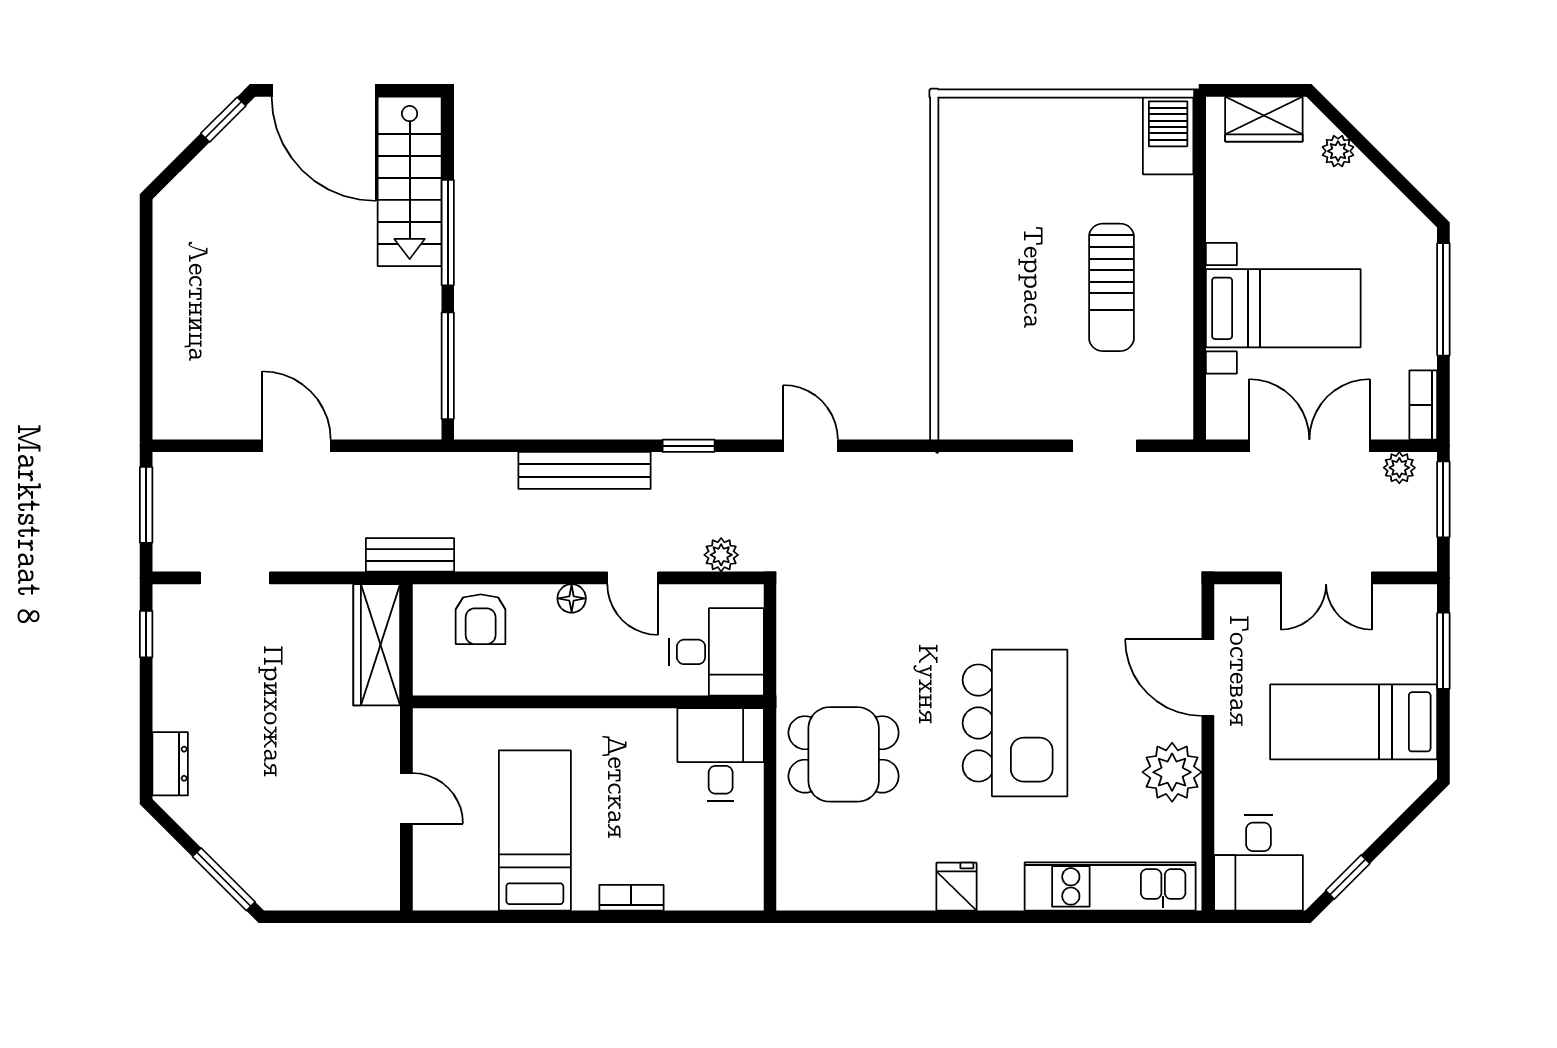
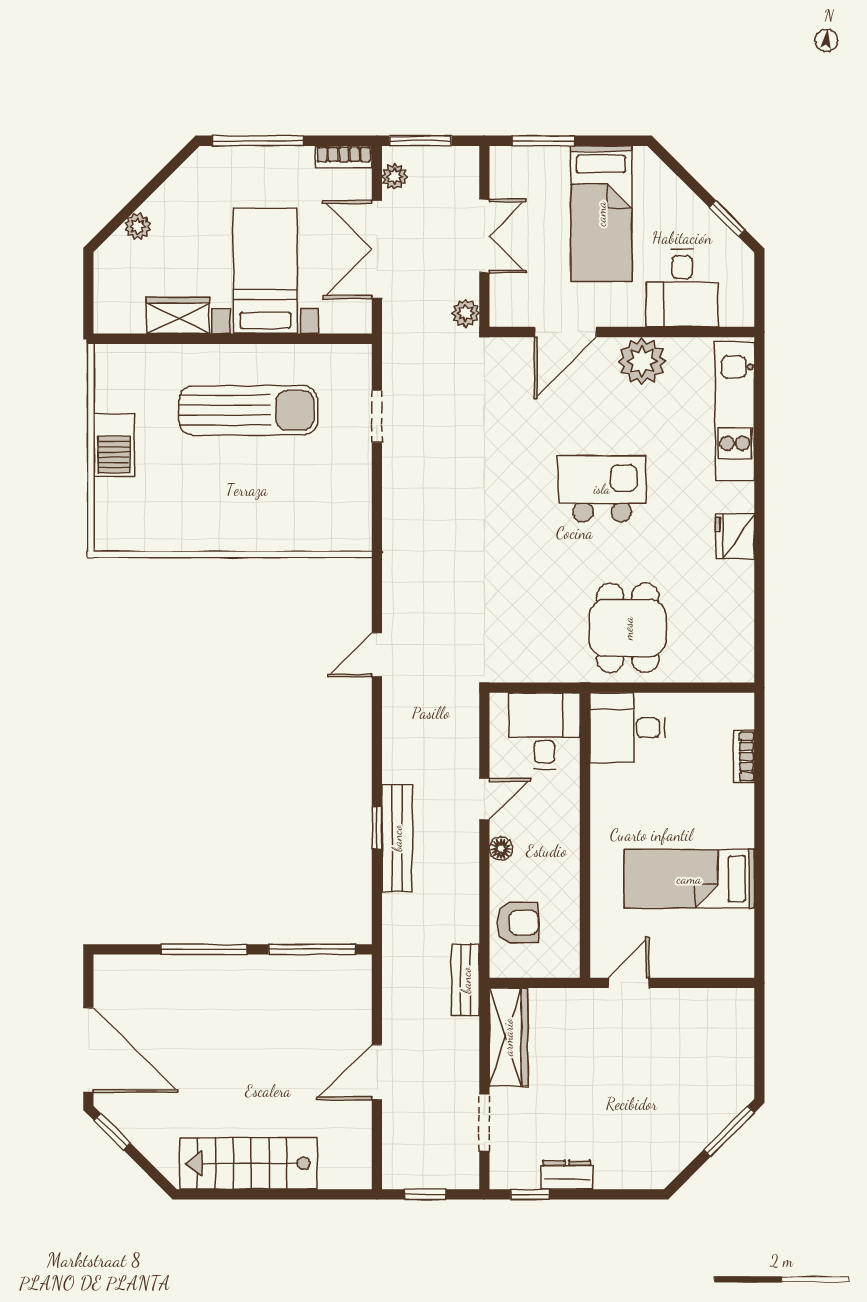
door: (324, 90) -> (88, 1050), hinge flipped
wardrobe: (1264, 119) -> (178, 315), moved, turned -90
barbecue: (1168, 135) -> (114, 445), moved, turned -90
stairs: (410, 181) -> (249, 1163), moved, turned 180
sun lounger: (1111, 287) -> (248, 410), width x1.36, depth x1.34
window: (689, 446) -> (377, 828), moved
window: (146, 505) -> (425, 1194), width x0.67
plant: (721, 555) -> (466, 313), moved
wardrobe: (377, 645) -> (508, 1037), moved, turned -90
kitchen island: (1015, 723) -> (602, 489), width x0.73, depth x0.78
dresser: (170, 764) -> (567, 1175), moved
door: (406, 798) -> (629, 983), moved
desk: (1258, 863) -> (682, 288), moved, turned 90
fridge: (956, 887) -> (735, 536), width x1.38
bookcase: (631, 898) -> (744, 756), moved

